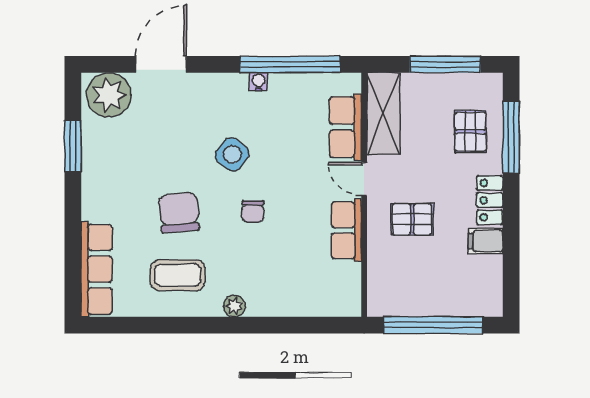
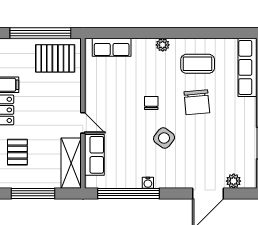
plant: (109, 95) -> (234, 181), width x0.53, depth x0.53
pallet: (412, 219) -> (55, 58), moved, width x1.50, depth x1.42
row of seats: (346, 230) -> (112, 47), moved, turned 90

